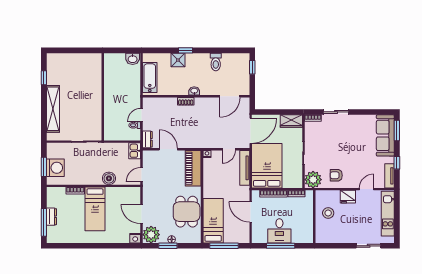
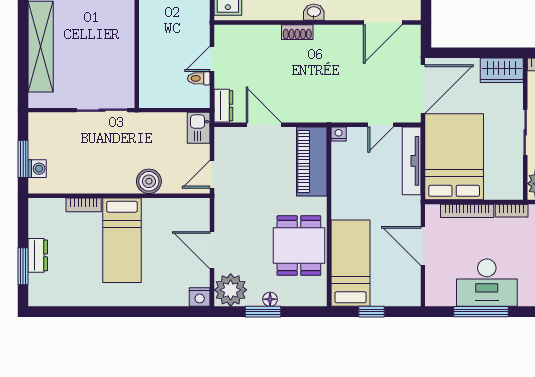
washing machine: (55, 168) -> (37, 169), width x0.53, depth x0.53
window: (44, 222) -> (23, 266), width x0.69
desk: (279, 231) -> (487, 283), width x1.37
window: (224, 246) -> (372, 312), width x0.46

